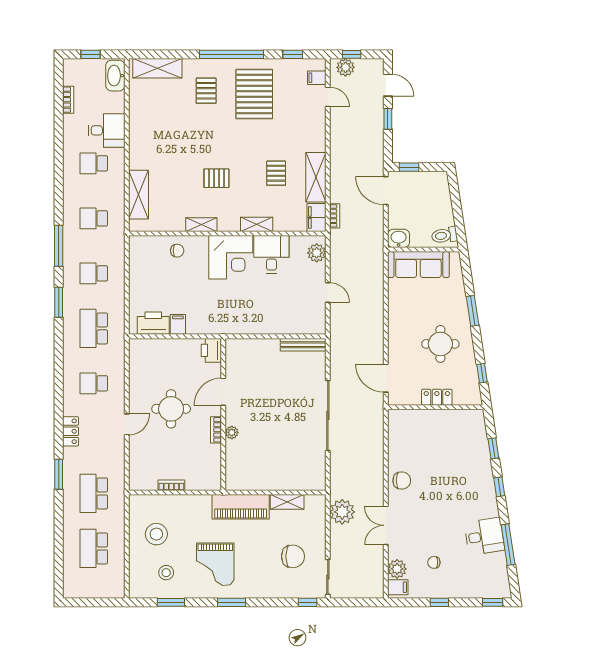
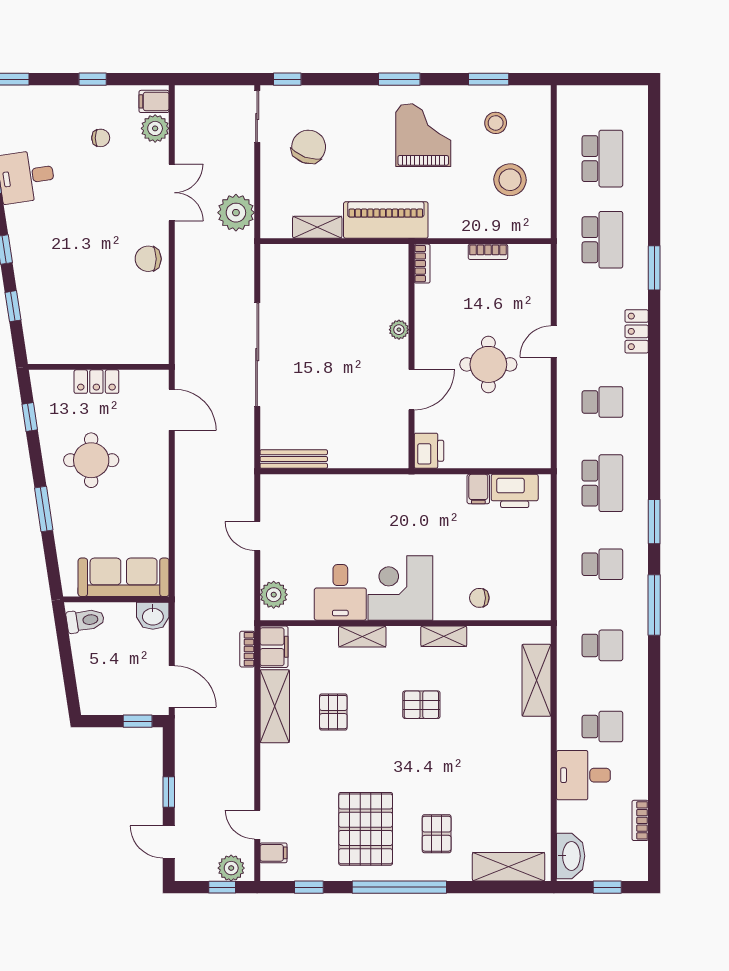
bookcase: (216, 430) -> (422, 264), moved
chair: (293, 556) -> (309, 147), turned 110

